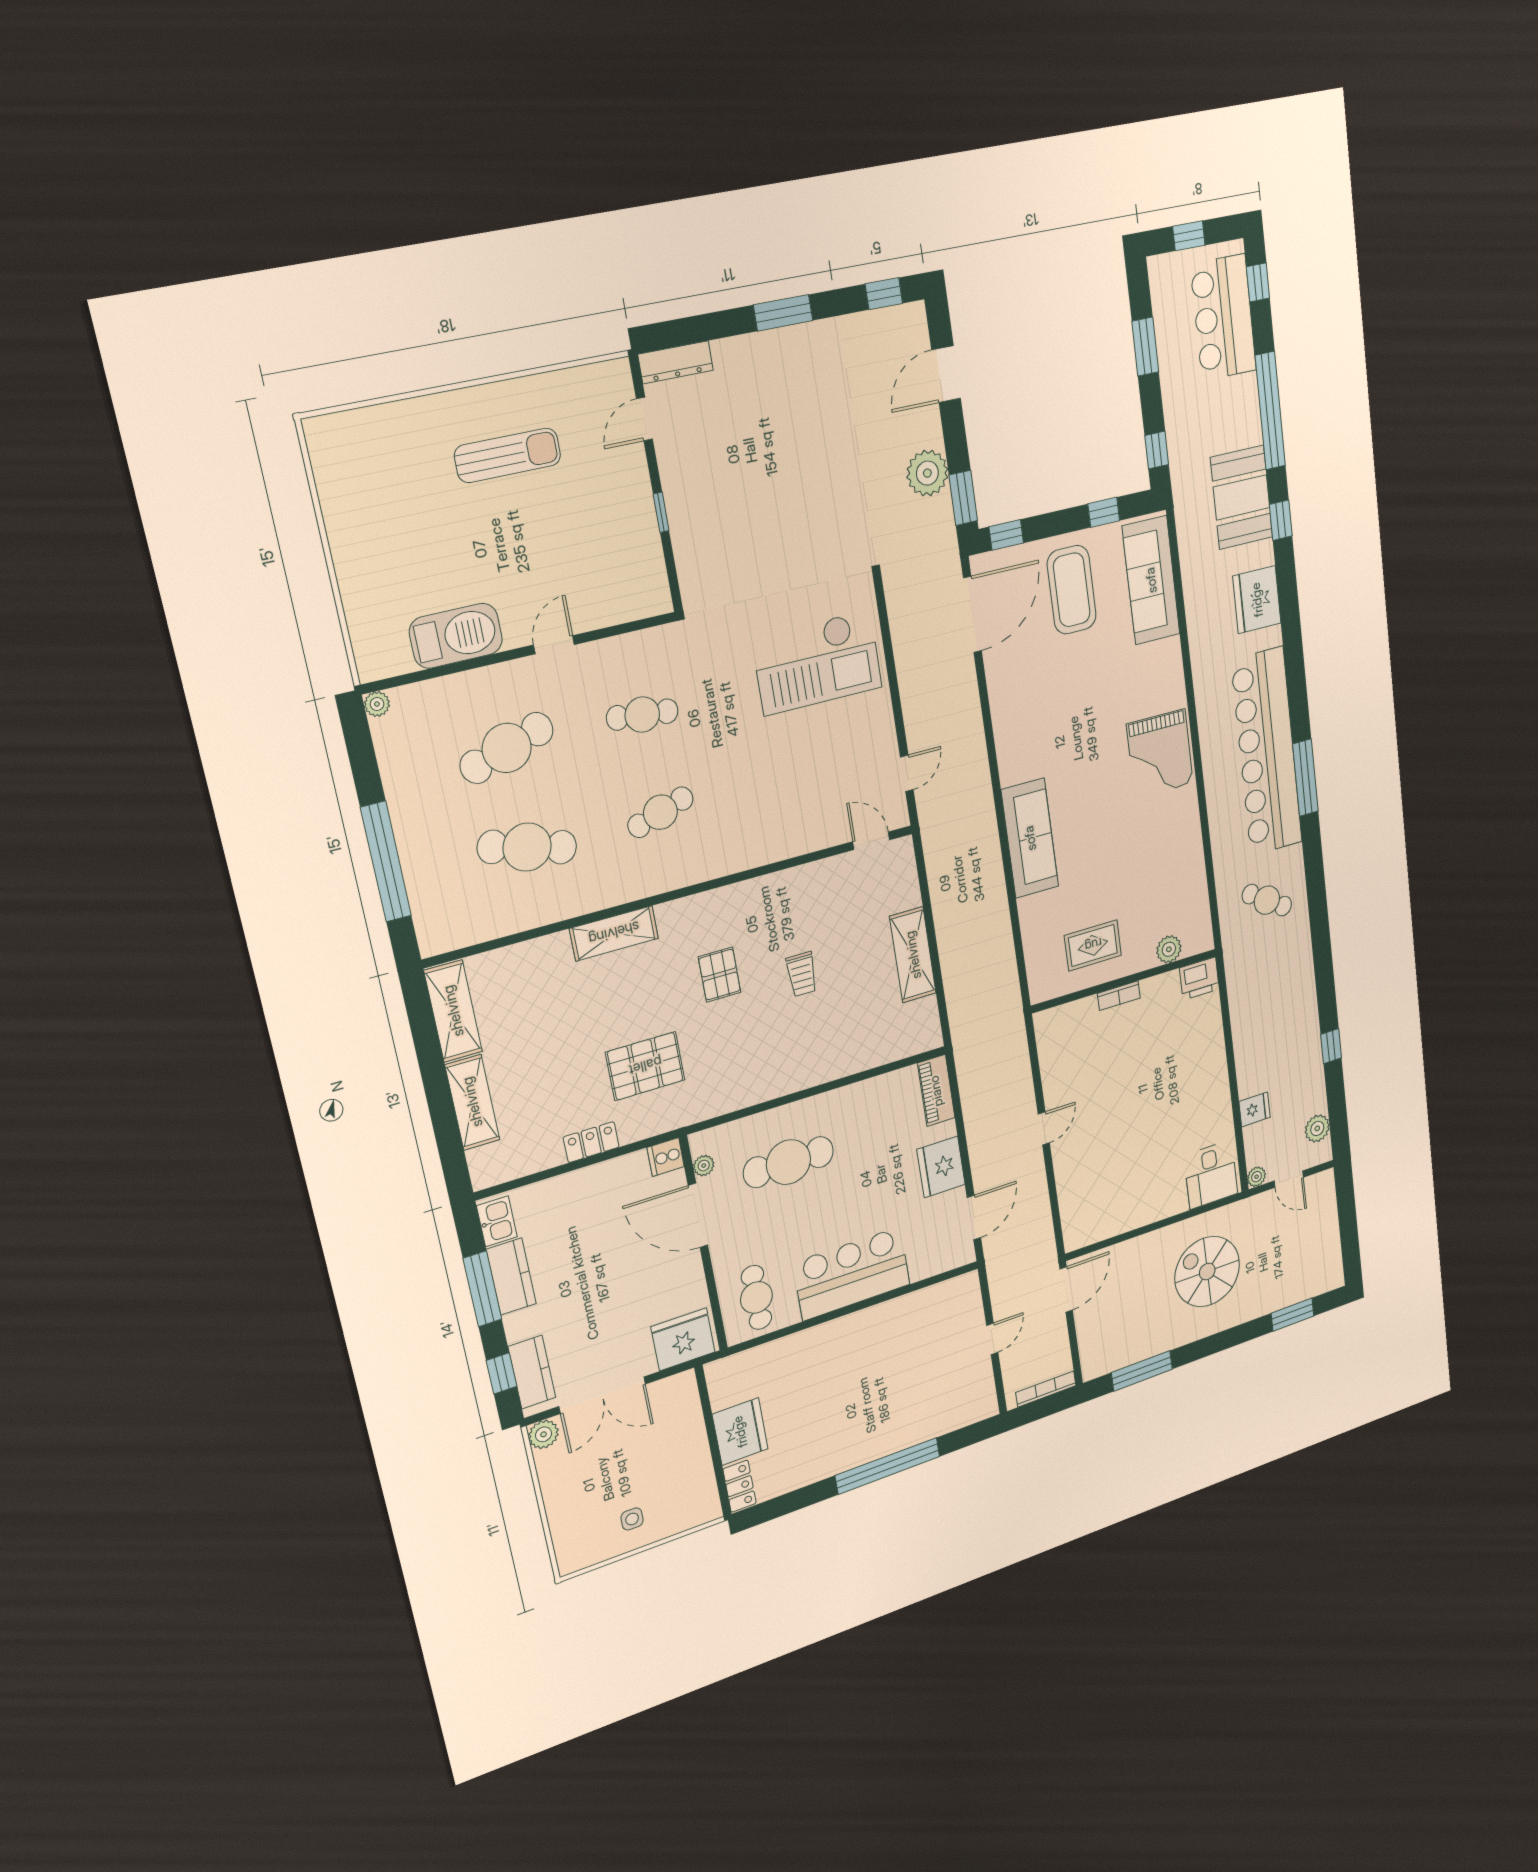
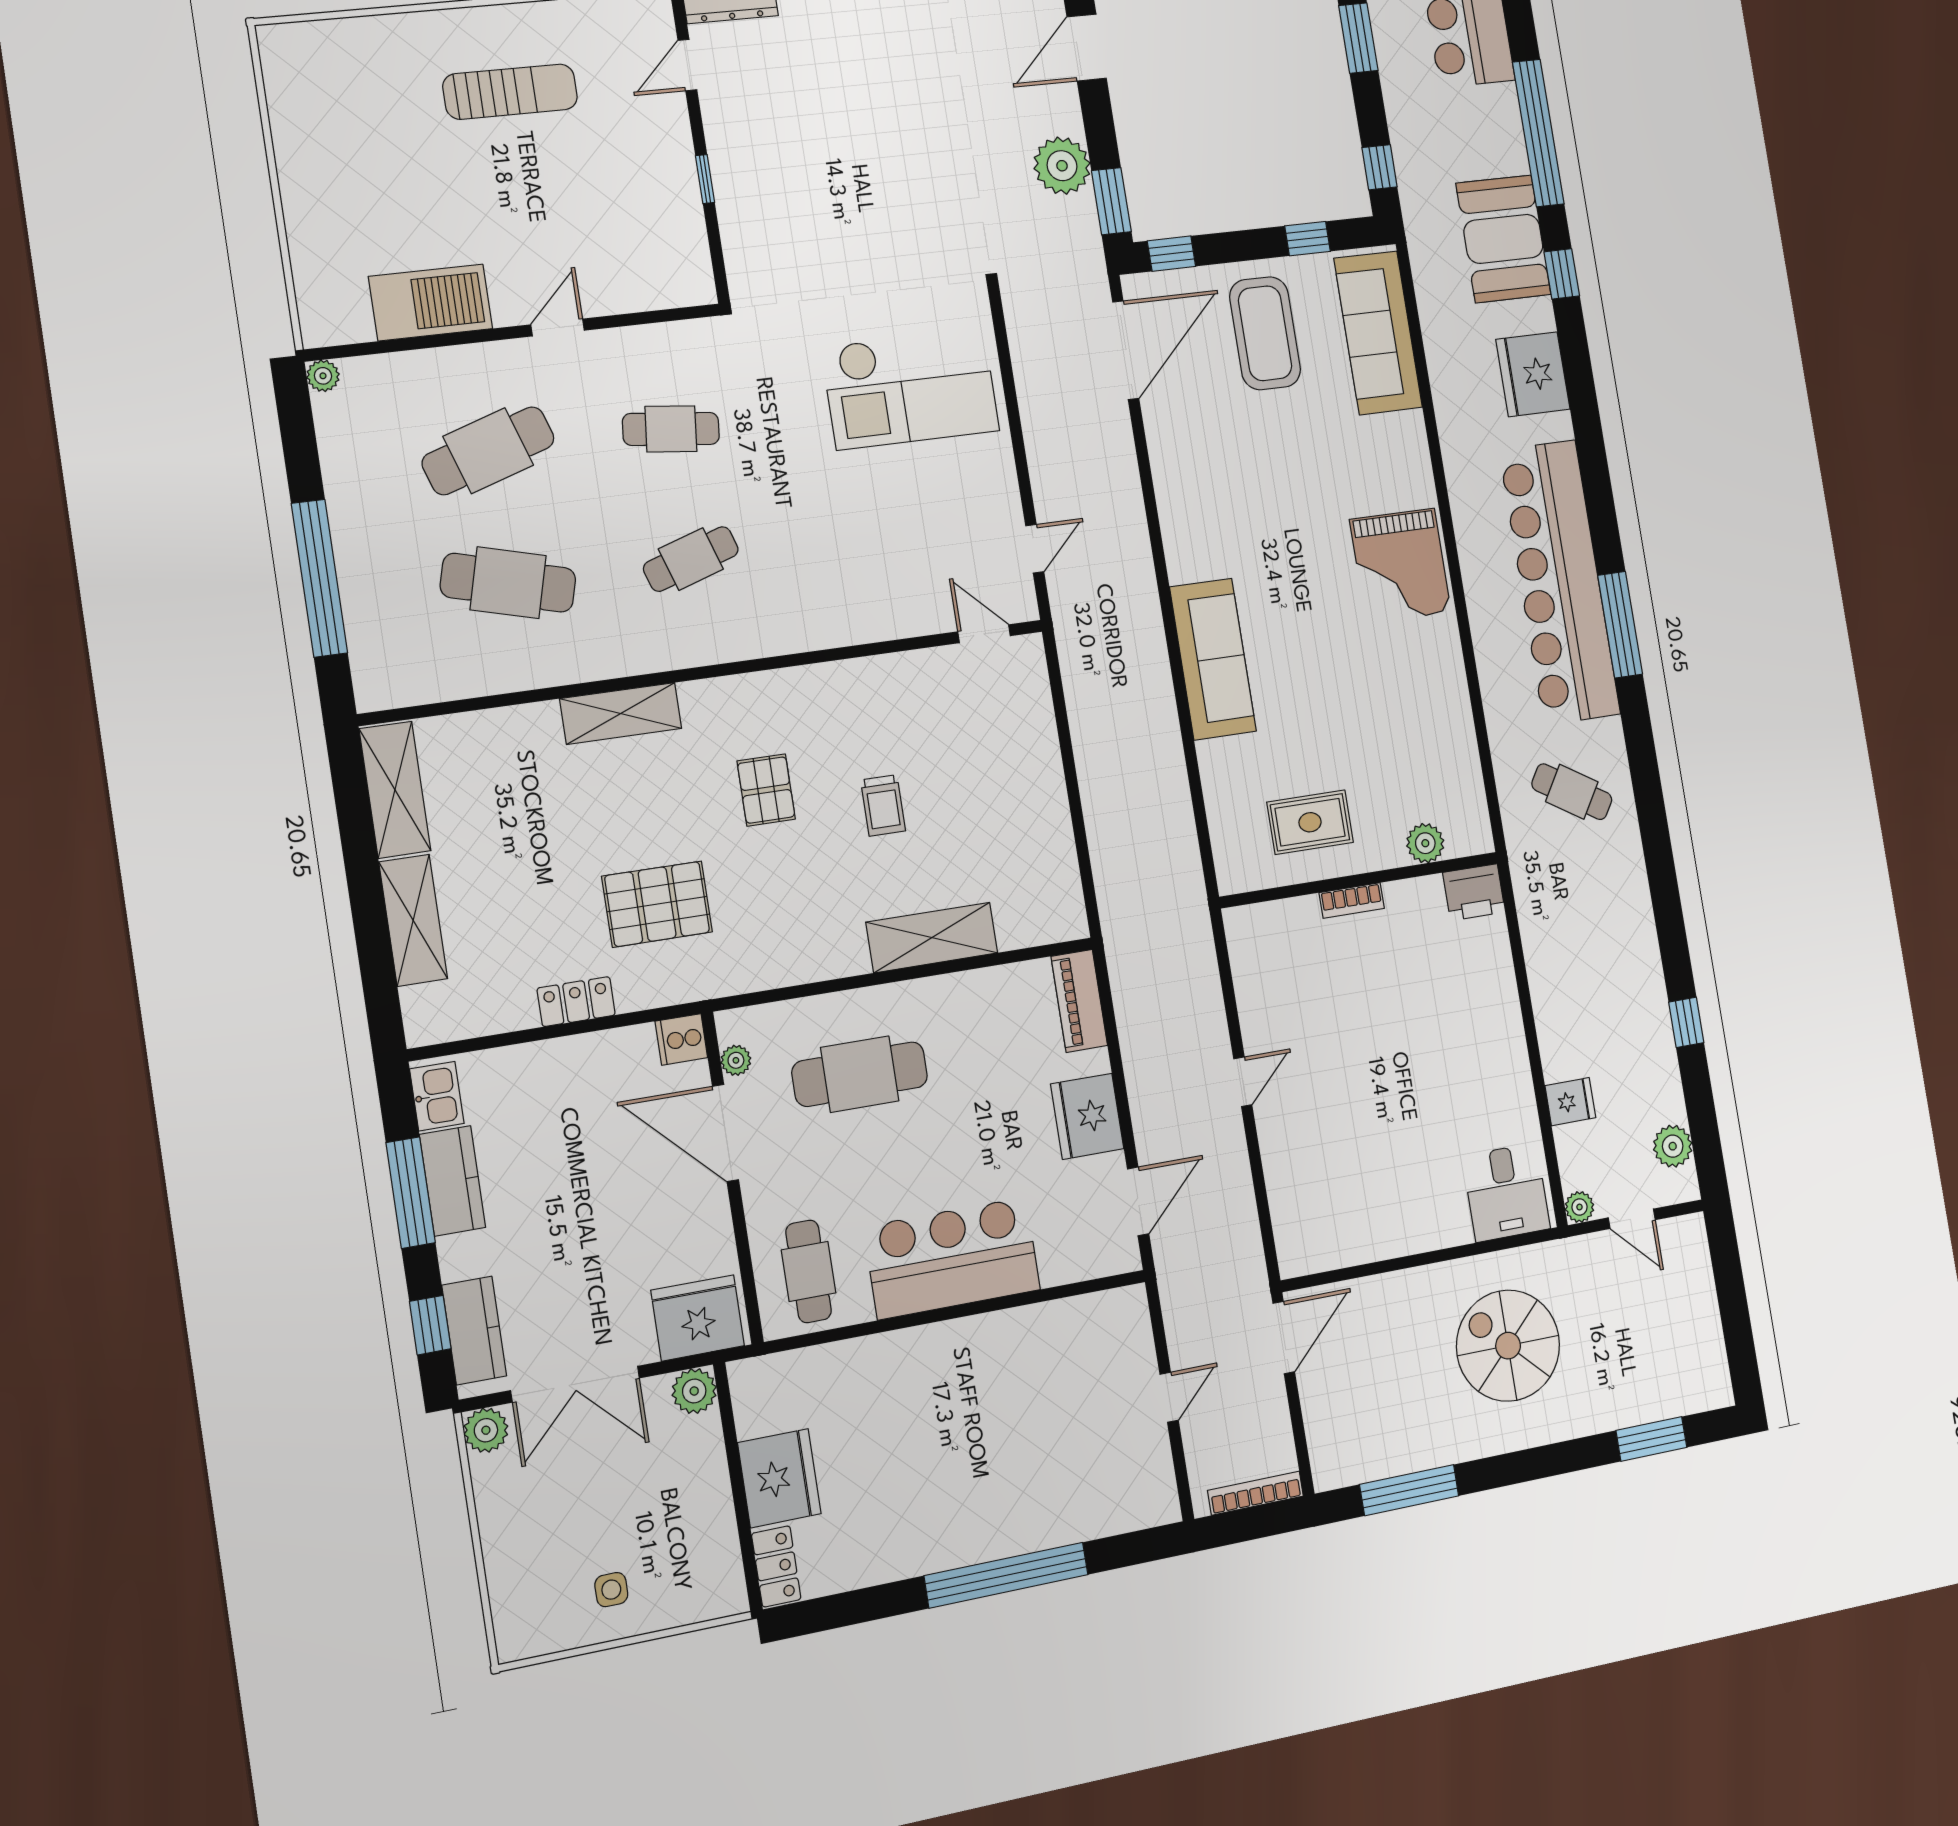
shelving: (913, 955) -> (932, 937), moved, turned 90
plant: (682, 1386) -> (694, 1391), added

